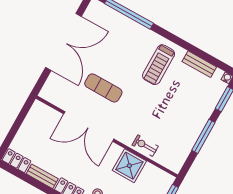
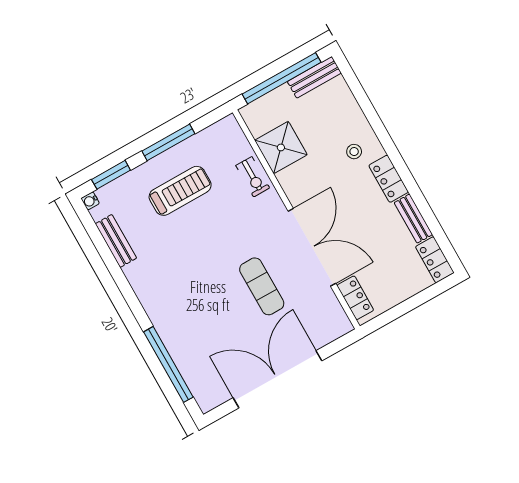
treadmill: (159, 65) -> (180, 191), moved
locker: (48, 113) -> (355, 298), added
shower: (129, 166) -> (281, 147), moved

